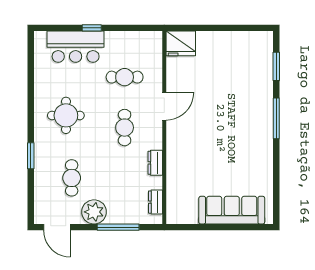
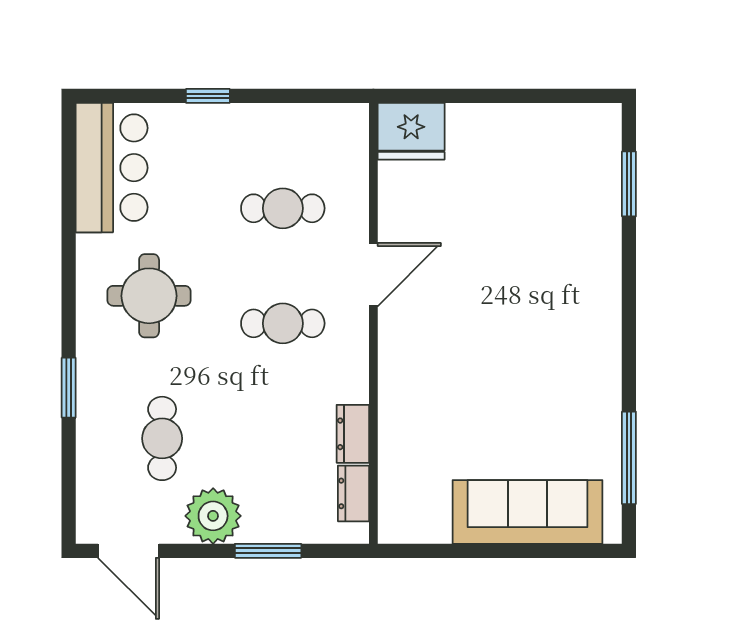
bar counter: (76, 47) -> (112, 168), moved, turned -90
window: (276, 118) -> (629, 458), moved
cafe table: (125, 128) -> (283, 323), turned 90
dresser: (155, 163) -> (353, 434), moved
window: (118, 227) -> (268, 551), width x0.69

